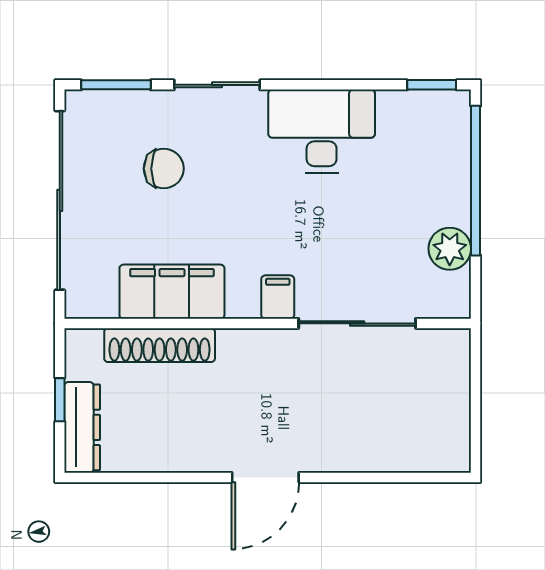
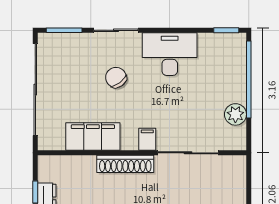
chair: (164, 169) -> (116, 77), moved, turned -127
shoe rack: (160, 345) -> (125, 164), moved

